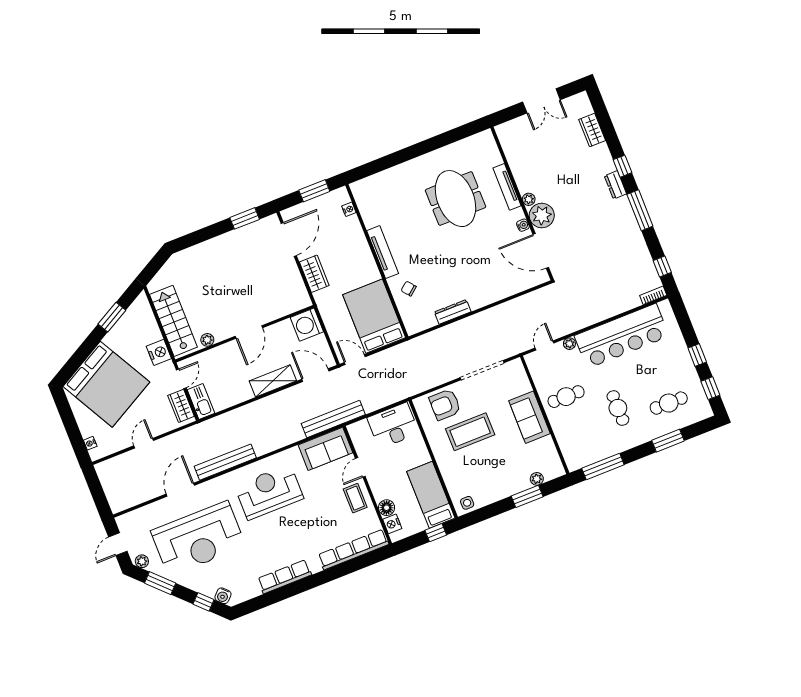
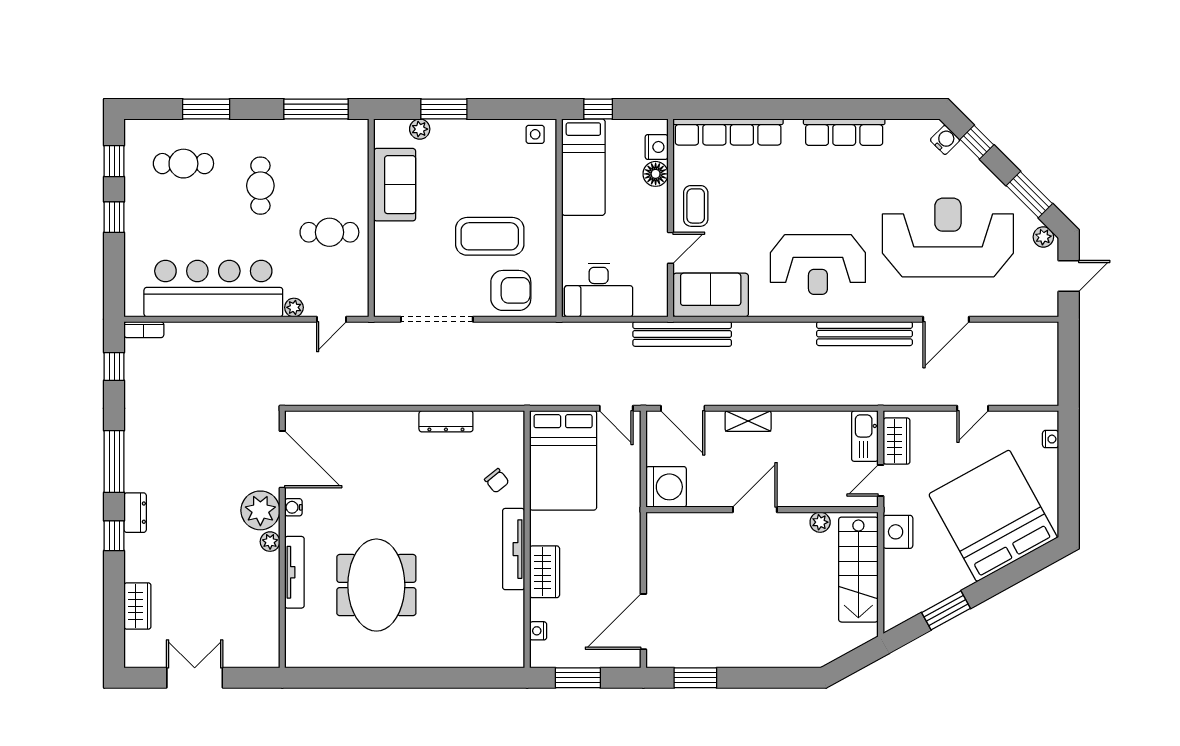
wardrobe: (314, 274) -> (545, 572), moved, turned 180
shelving: (273, 381) -> (748, 421), width x0.67, depth x0.75
sofa: (530, 417) -> (395, 185), moved

